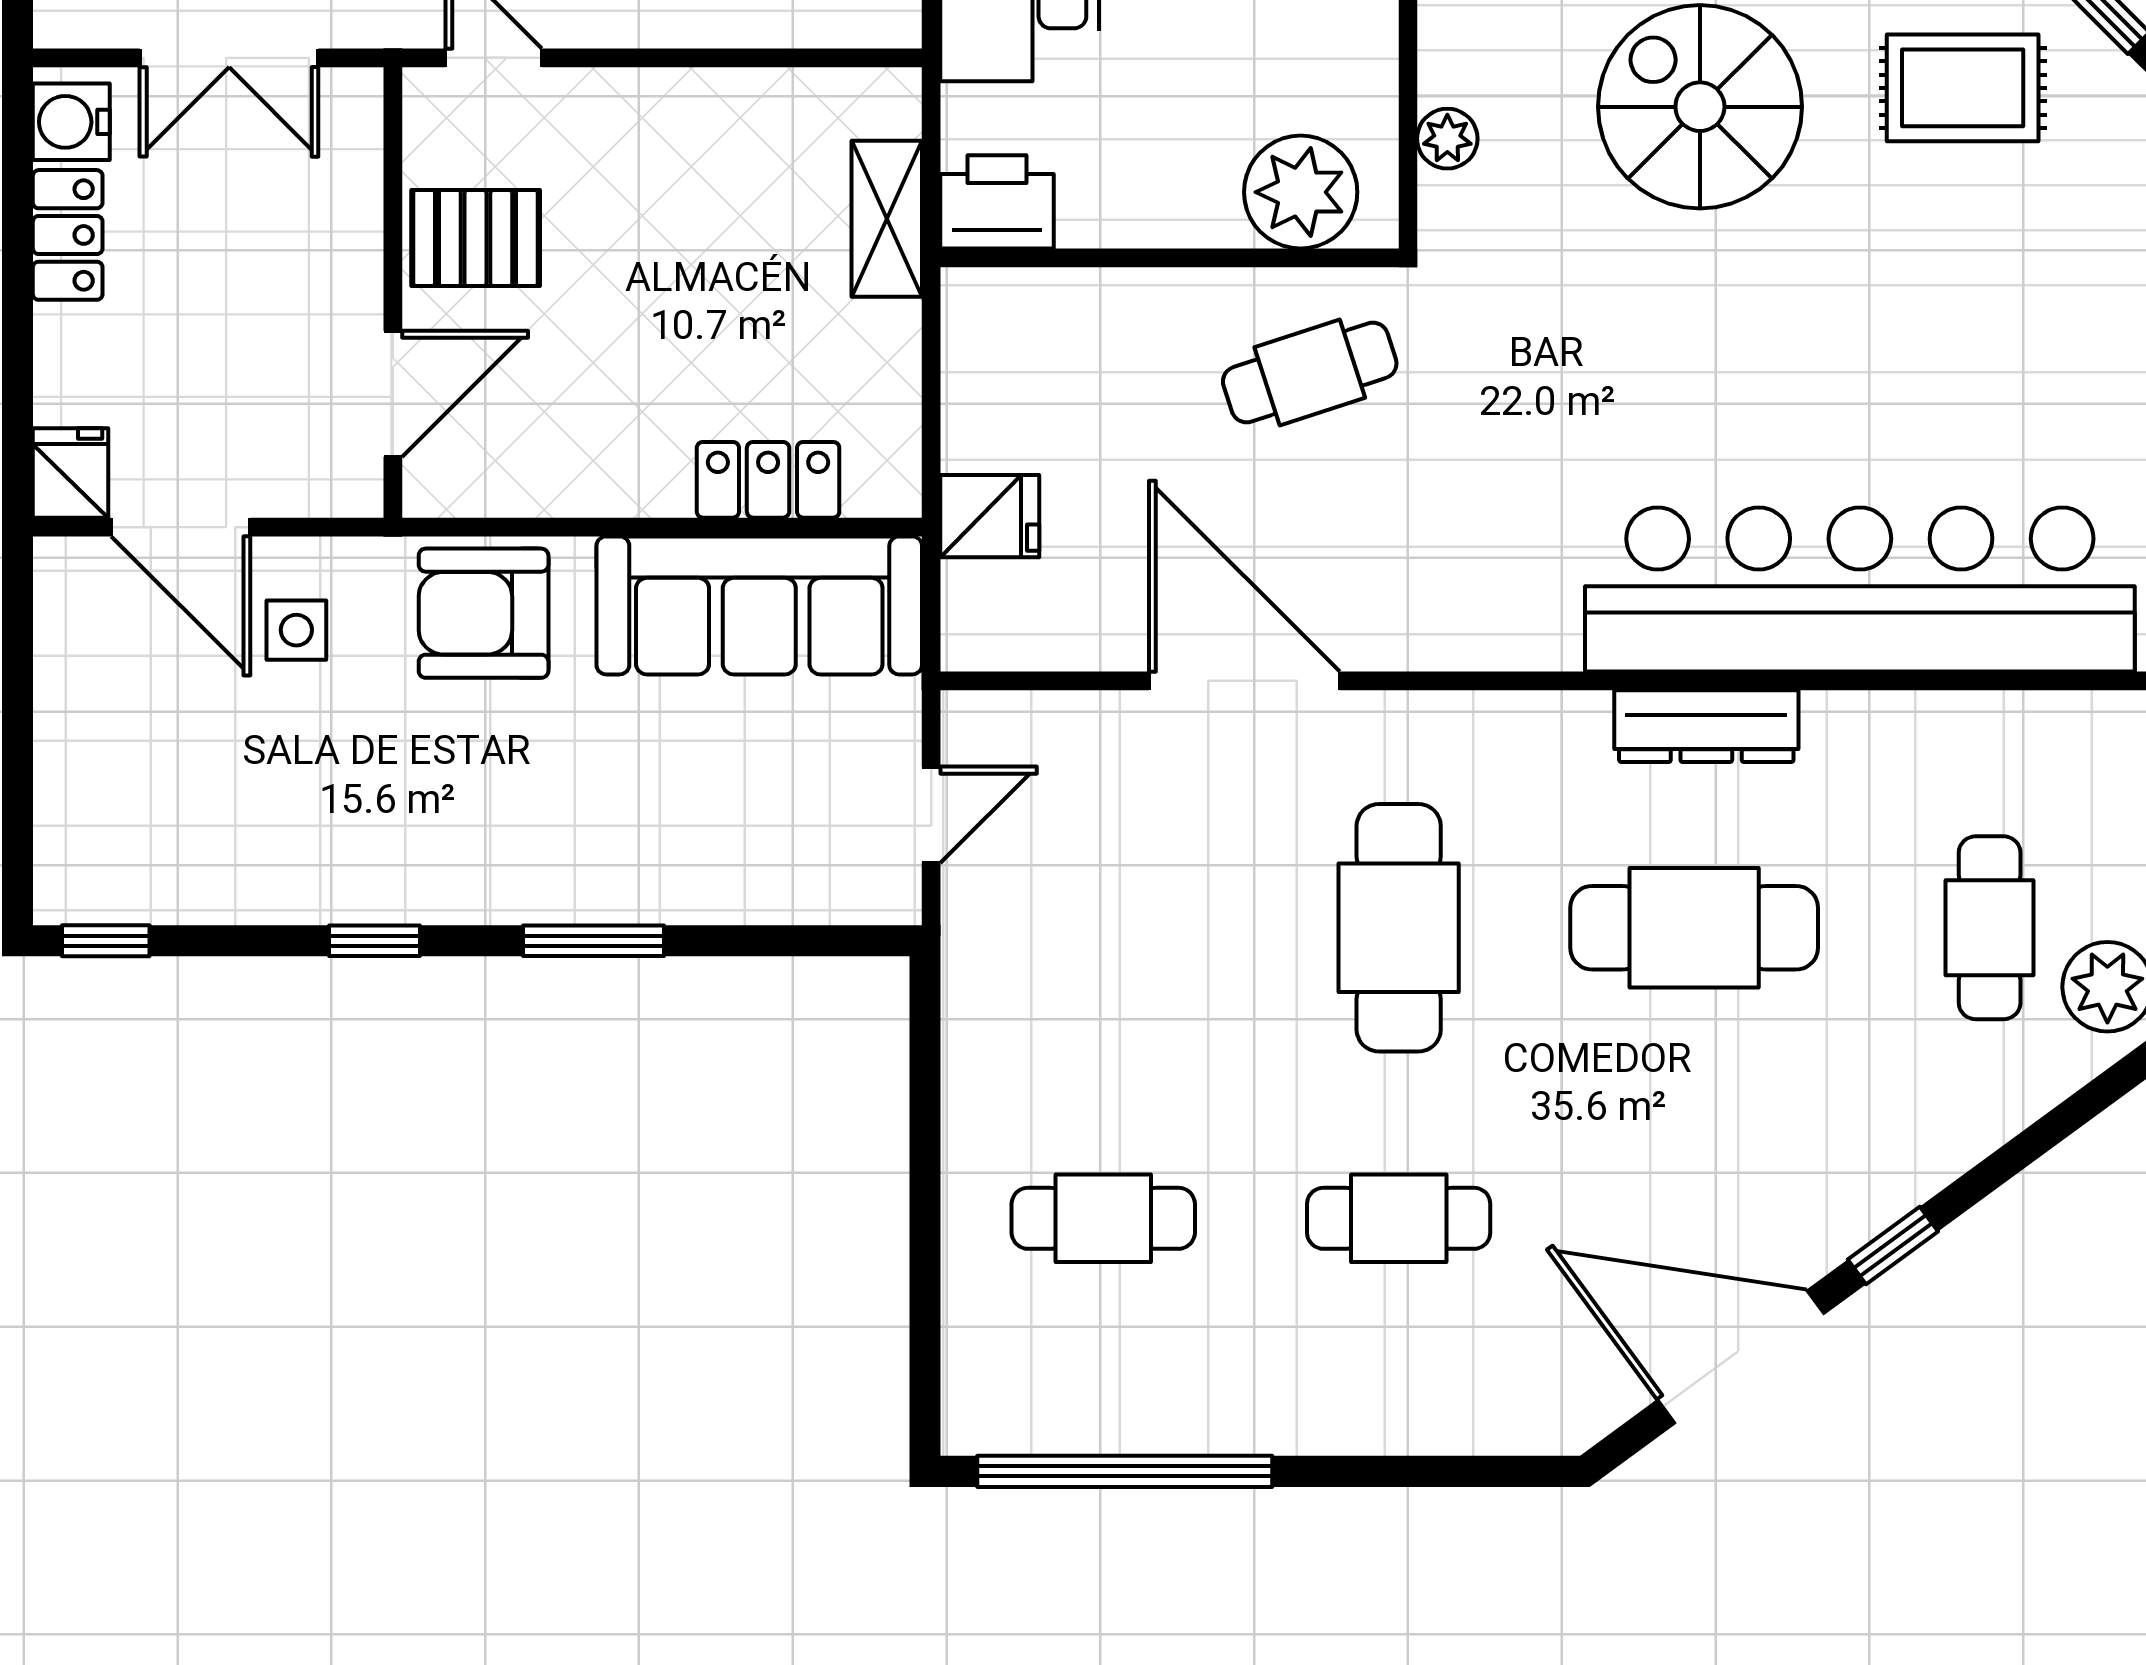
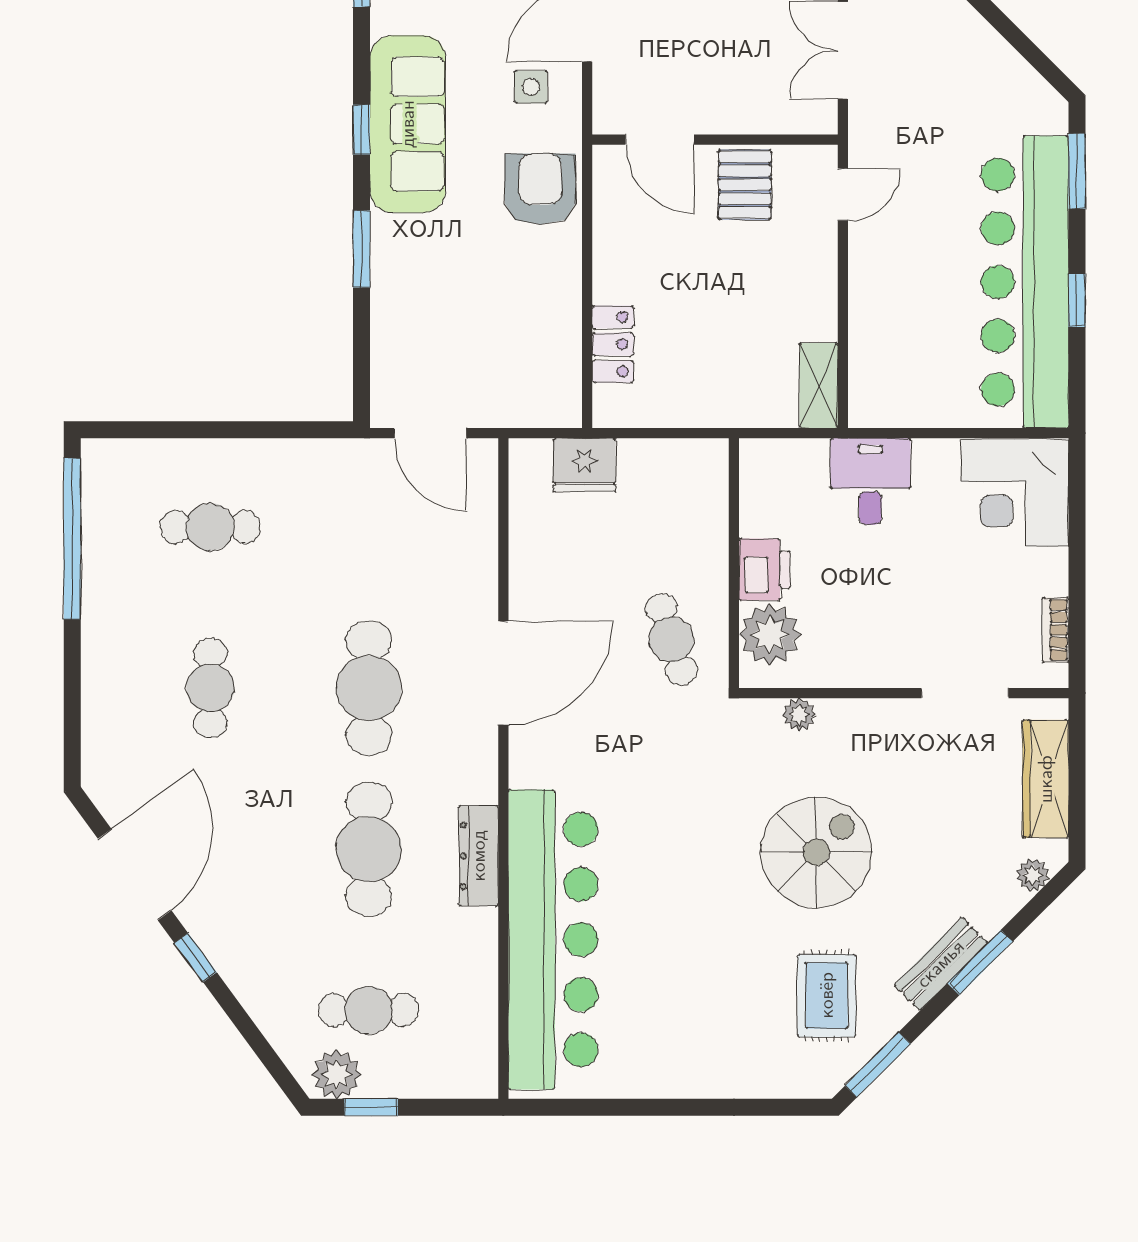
printer: (997, 202) -> (764, 569), moved
shelving: (887, 219) -> (819, 386), moved, turned 90
fridge: (990, 516) -> (584, 465), width x1.38
sofa: (759, 605) -> (408, 124), moved, turned 180
door: (1244, 681) -> (503, 673), moved
door: (931, 815) -> (430, 433), width x1.38
cafe table: (1399, 928) -> (369, 688), turned 90
cafe table: (1103, 1218) -> (210, 527), turned 90

